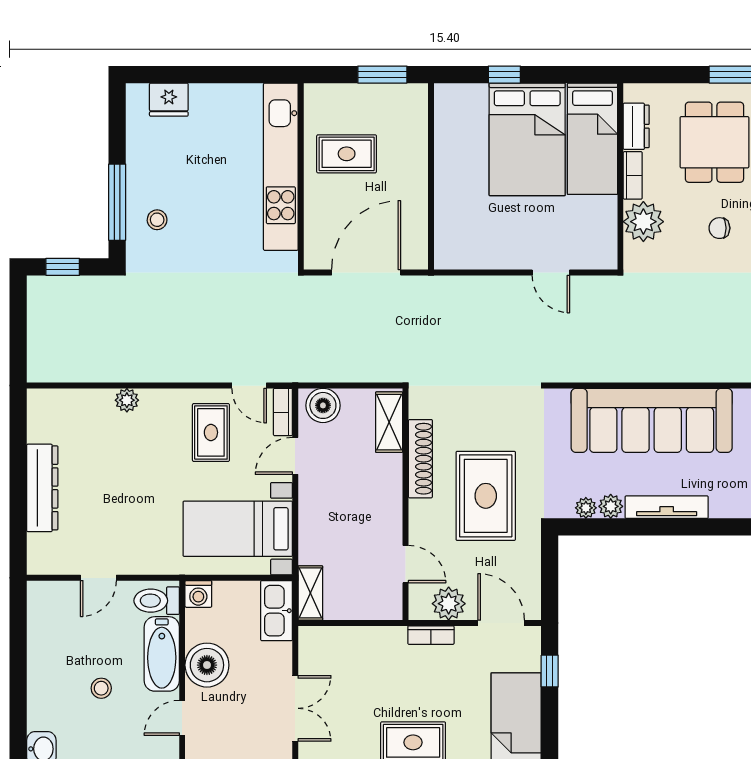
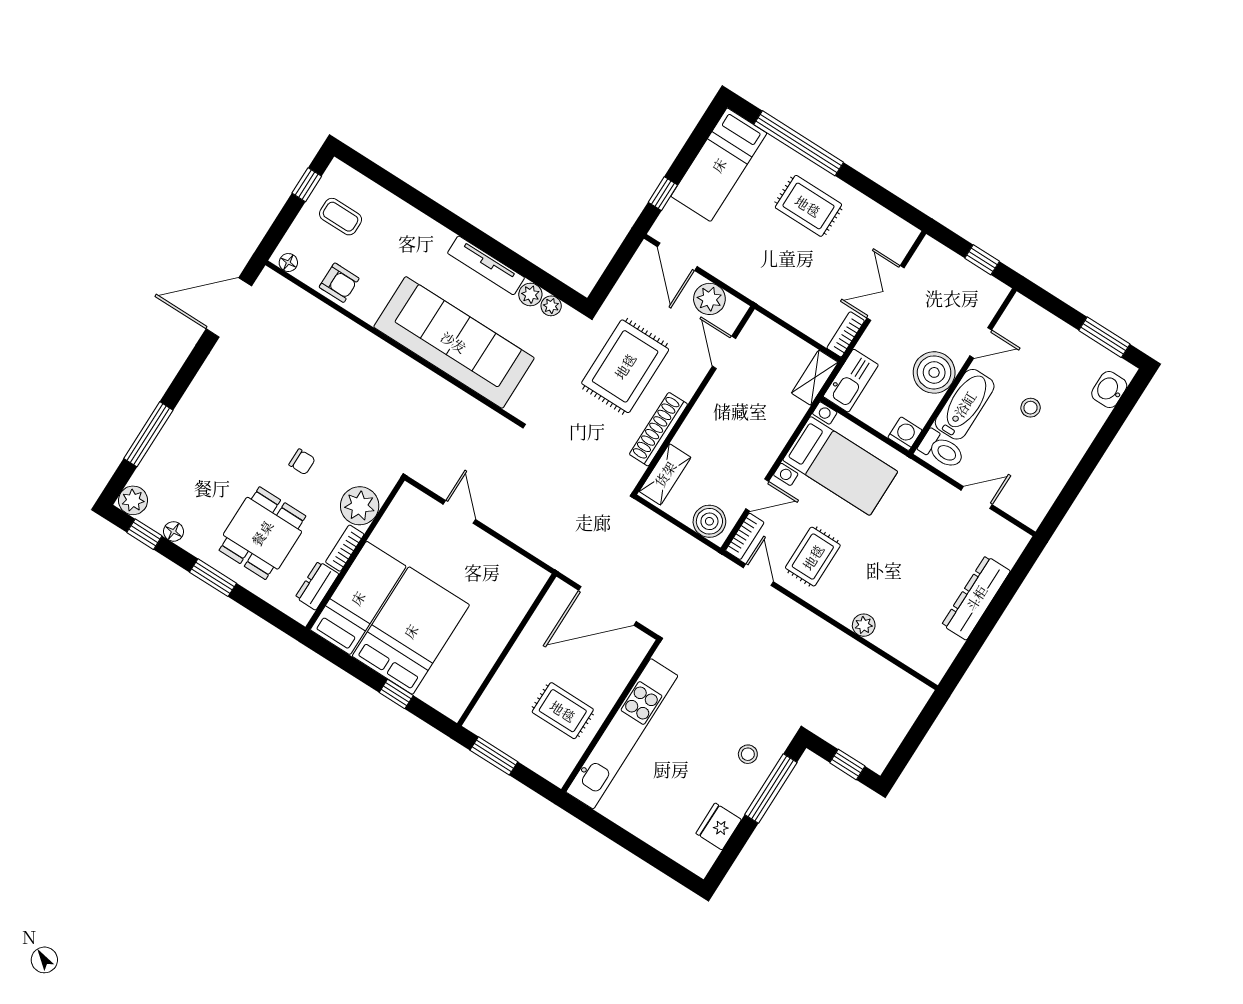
fridge: (169, 100) -> (719, 826), moved, turned -90
bookcase: (431, 635) -> (846, 334), moved, turned -90

